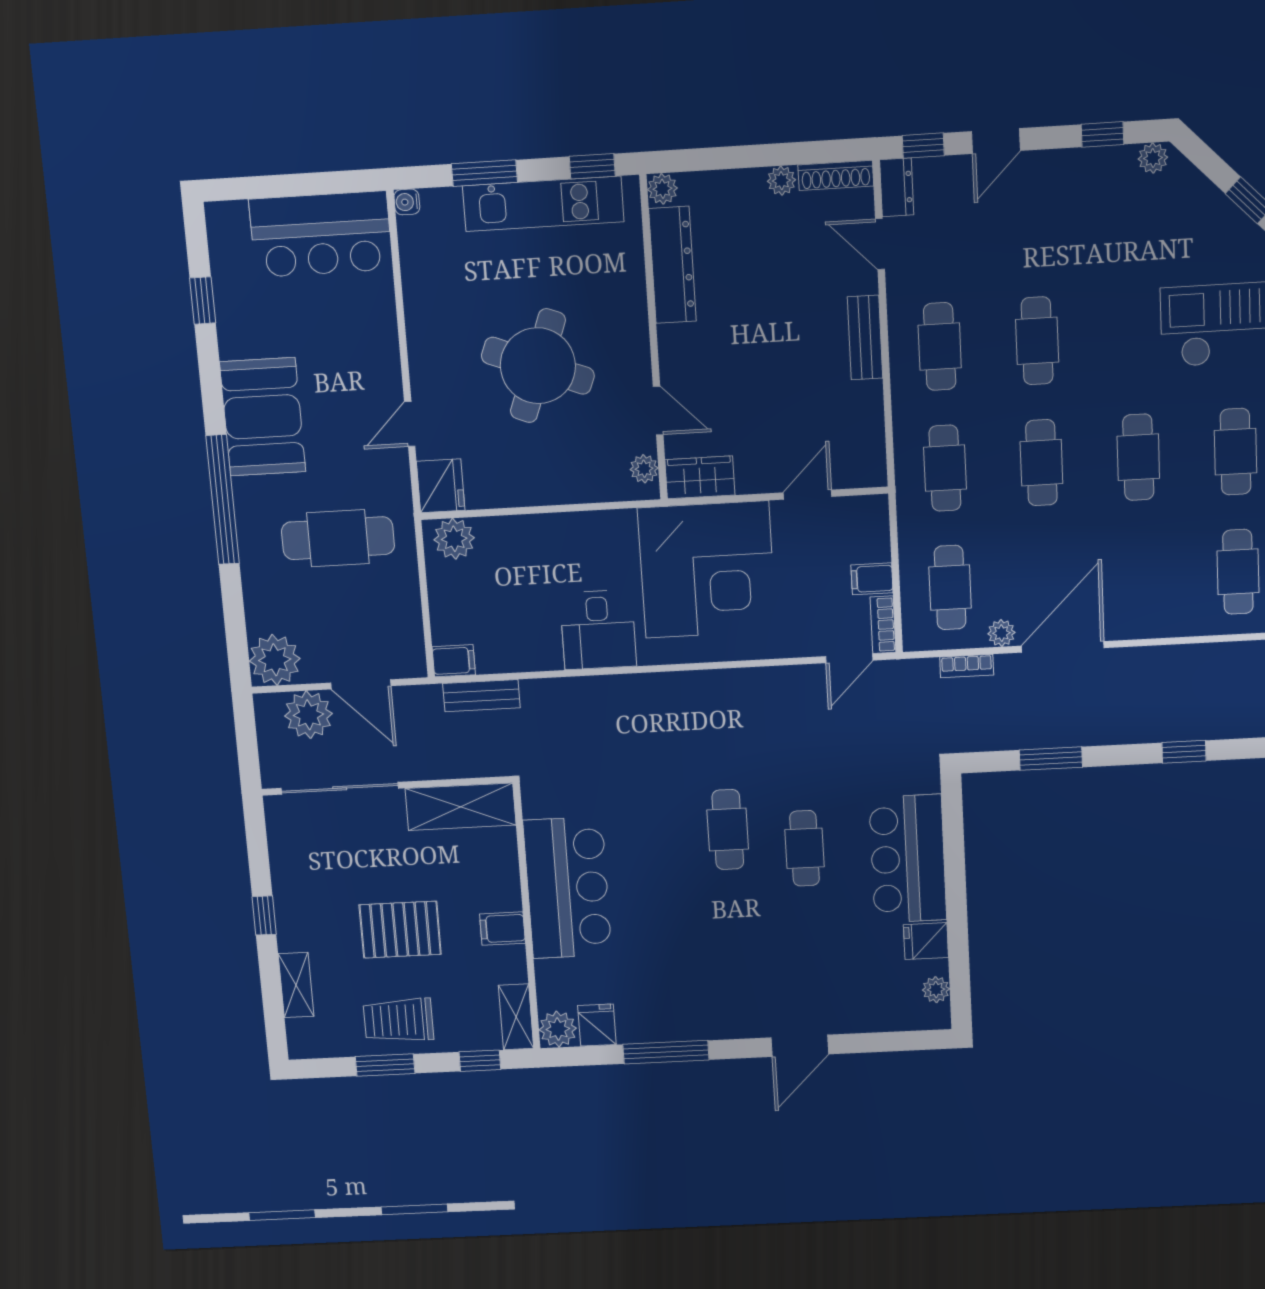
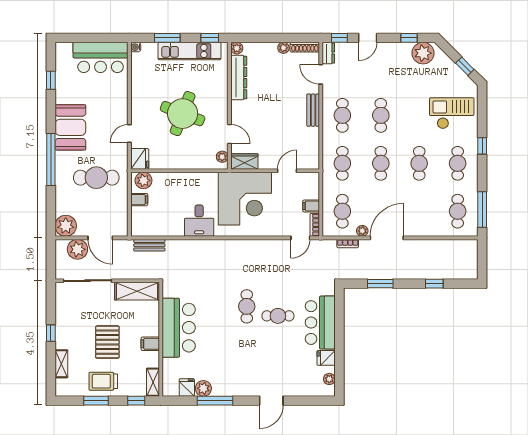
plant: (1153, 158) -> (423, 53), width x1.88, depth x1.88
filing cabinet: (454, 661) -> (139, 200), moved
cafe table: (805, 848) -> (278, 316), turned 90
pallet: (400, 930) -> (107, 342), turned 90
plant: (558, 1029) -> (203, 388), moved

